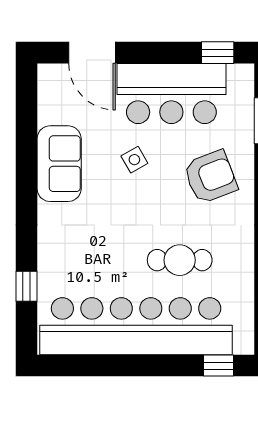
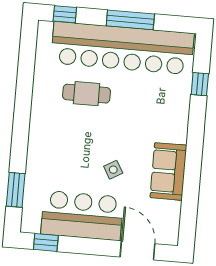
armchair: (210, 177) -> (59, 152), removed
window: (129, 366) -> (130, 20), added

